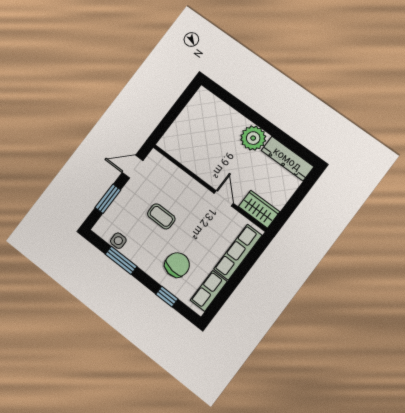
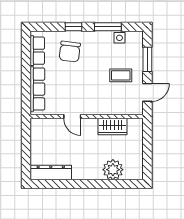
plant: (253, 138) -> (113, 170), moved
wardrobe: (259, 209) -> (112, 126), moved
coffee table: (161, 216) -> (121, 75), moved
window: (167, 297) -> (74, 27), moved

